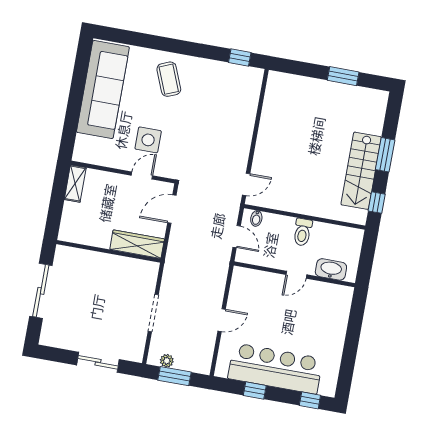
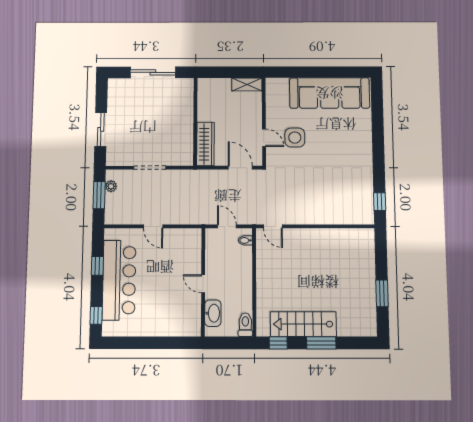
coffee table: (169, 79) -> (349, 146), removed
toilet: (303, 232) -> (245, 325), moved, turned 90
door: (237, 237) -> (227, 226), swing flipped

